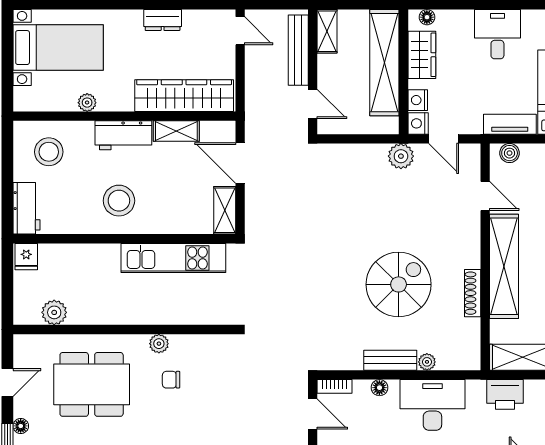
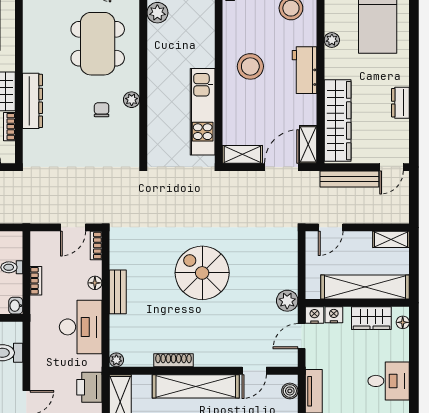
bench: (298, 50) -> (349, 179), moved
shelving: (176, 131) -> (308, 144), moved
spiral stairs: (399, 284) -> (202, 273), moved, turned 180
plant: (427, 362) -> (116, 360), moved

